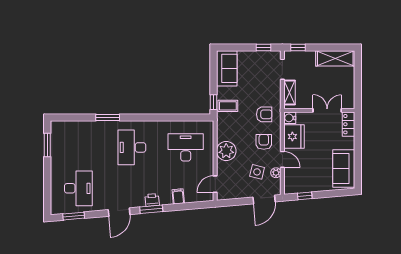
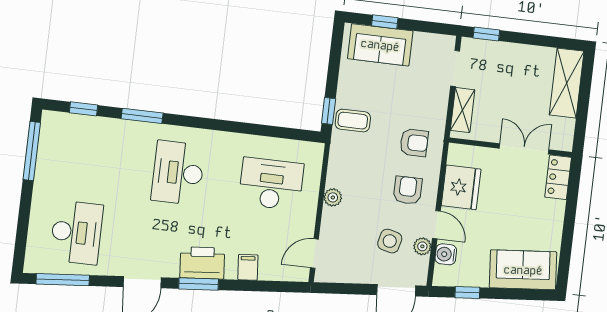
window: (264, 48) -> (385, 22), moved
shelving: (335, 58) -> (567, 83), moved, turned 90
sofa: (227, 68) -> (380, 45), moved, turned 90
window: (74, 118) -> (84, 109), added
water cooler: (290, 118) -> (446, 254), moved
window: (47, 145) -> (32, 151), width x1.44
plant: (226, 151) -> (333, 197), width x0.53, depth x0.53
sofa: (344, 169) -> (523, 270), moved, turned 85
printer: (152, 200) -> (202, 263), width x1.87, depth x1.48
window: (74, 216) -> (63, 280), width x1.44

